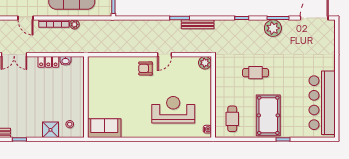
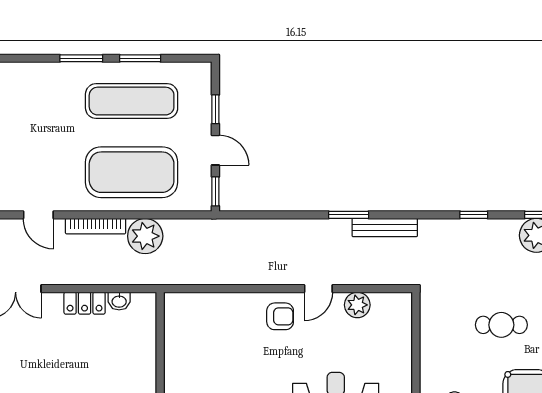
plant: (74, 24) -> (145, 236), width x1.88, depth x1.88
plant: (205, 63) -> (357, 305), moved
armchair: (146, 68) -> (280, 316), turned 180

